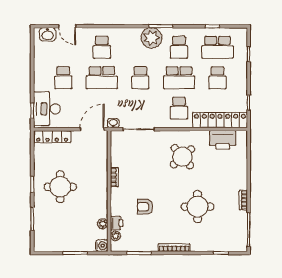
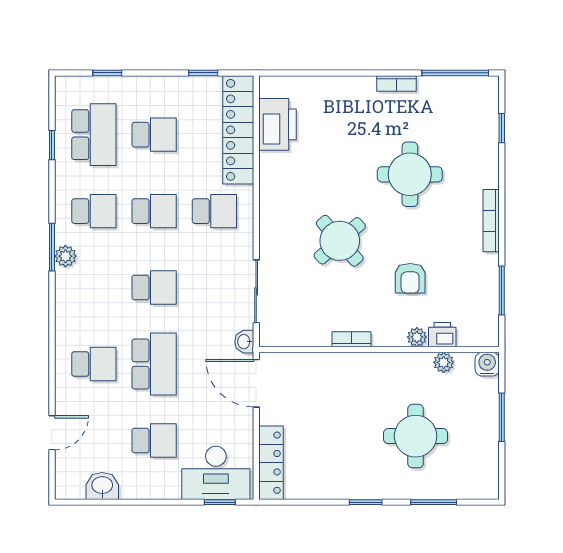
washbasin: (48, 34) -> (102, 486), moved, turned -90
plant: (151, 38) -> (65, 256), width x0.53, depth x0.53
school desk: (179, 78) -> (154, 211), width x0.54
round table: (182, 157) -> (340, 241), moved
round table: (60, 187) -> (416, 436), moved
plant: (115, 236) -> (417, 337), moved

